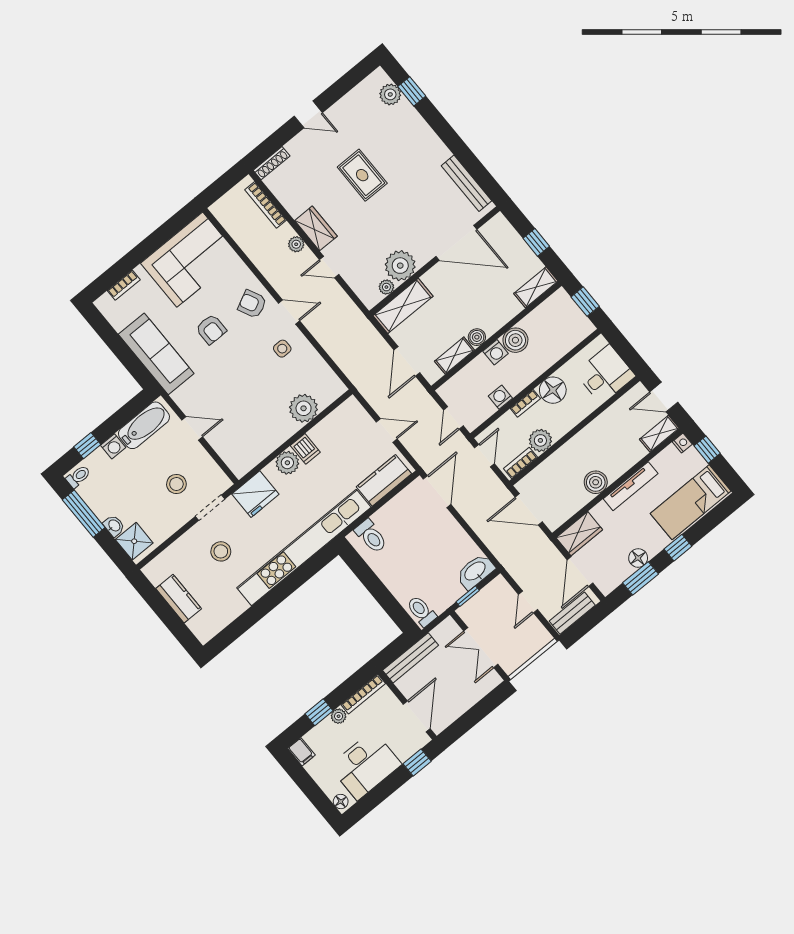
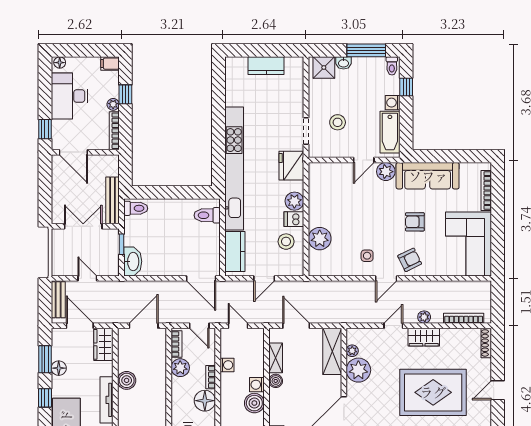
rug: (362, 175) -> (433, 392), width x1.86, depth x2.06
bookcase: (124, 285) -> (486, 190), width x1.56
plant: (186, 398) -> (386, 172), added
stool: (221, 551) -> (286, 242), moved
bench: (411, 658) -> (112, 200), moved

